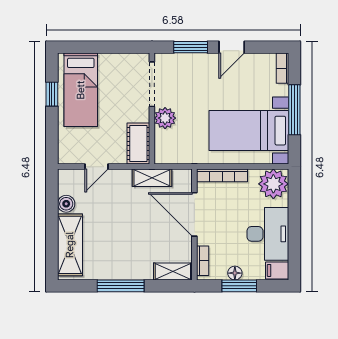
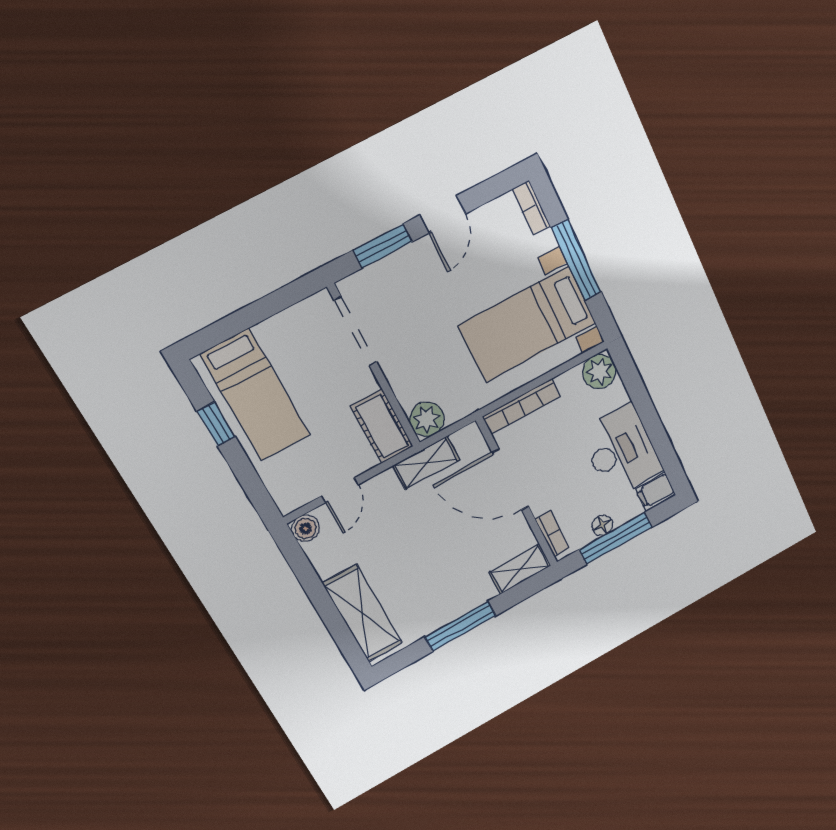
plant: (165, 118) -> (427, 419), moved
plant: (273, 184) -> (599, 372), width x0.73, depth x0.73
boiler: (66, 204) -> (306, 528), moved
window: (239, 286) -> (616, 538), width x1.44

